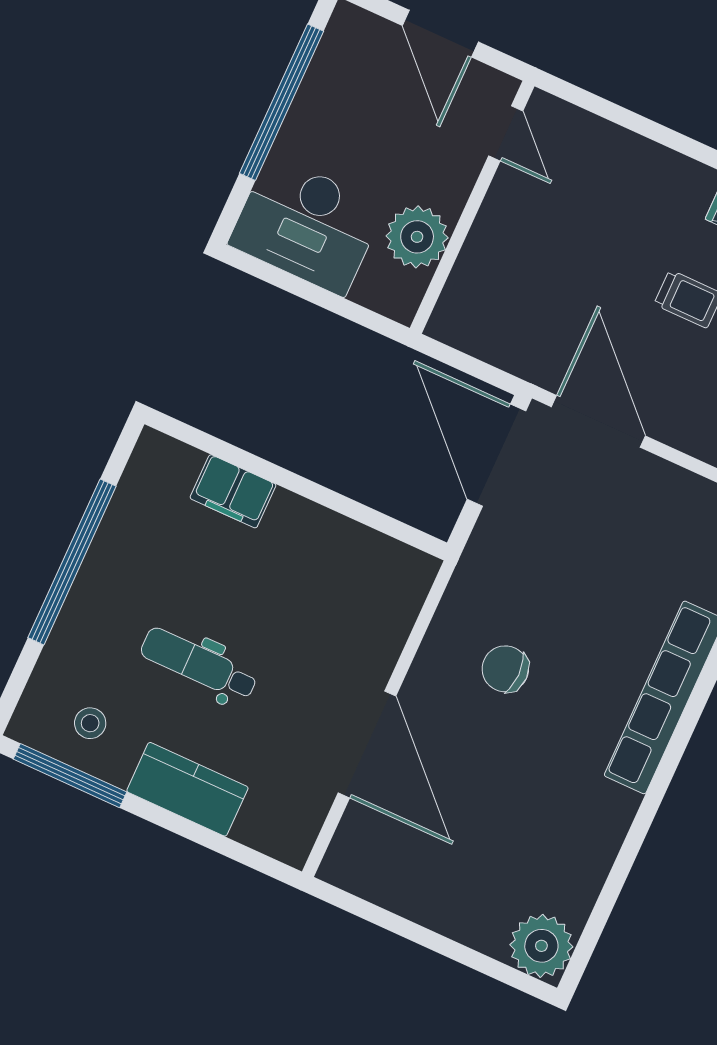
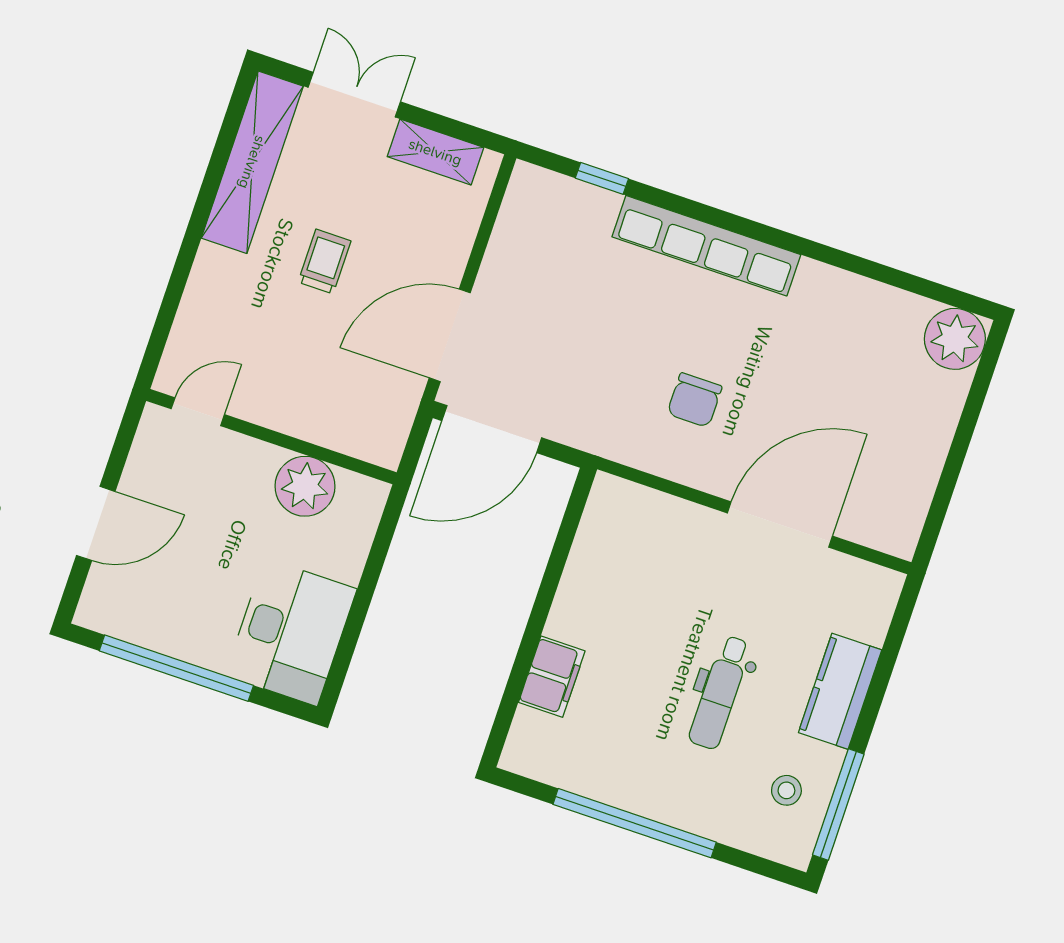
door: (506, 133) -> (198, 412), moved
wall: (472, 207) -> (271, 437), moved
plant: (417, 237) -> (305, 486), moved

